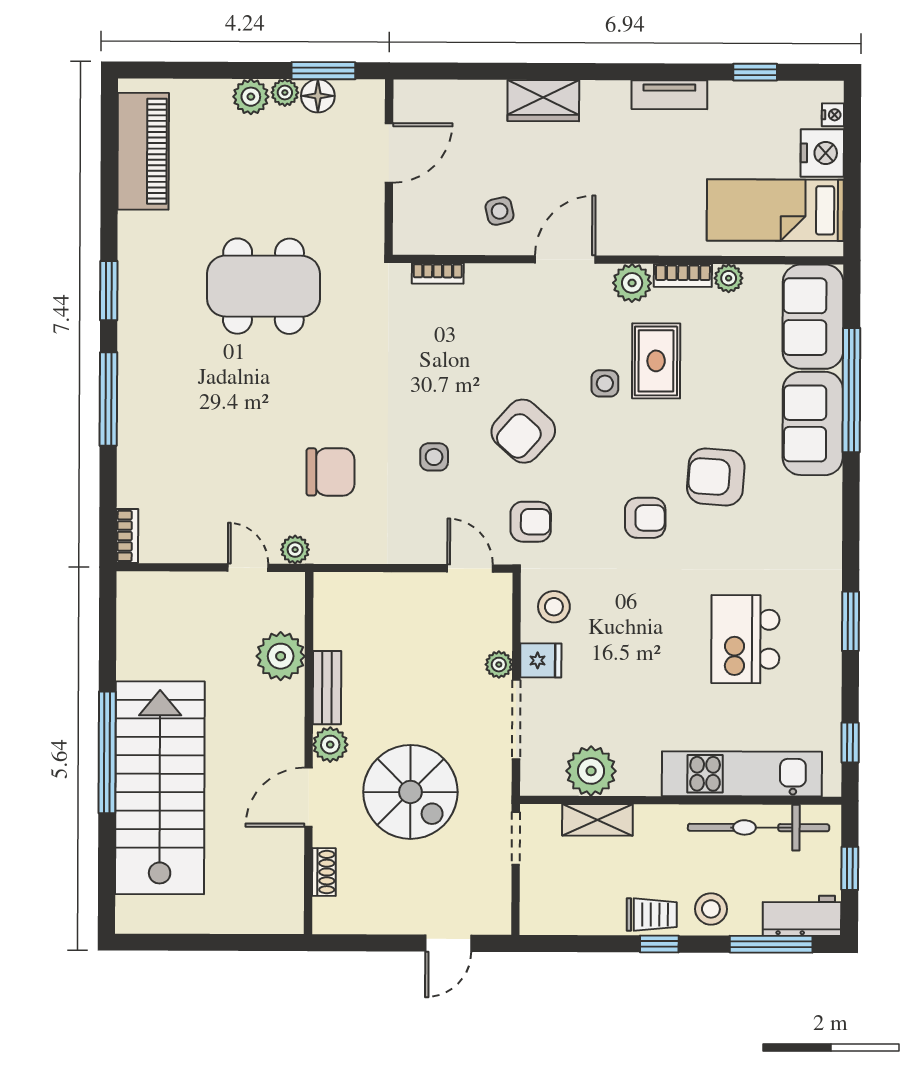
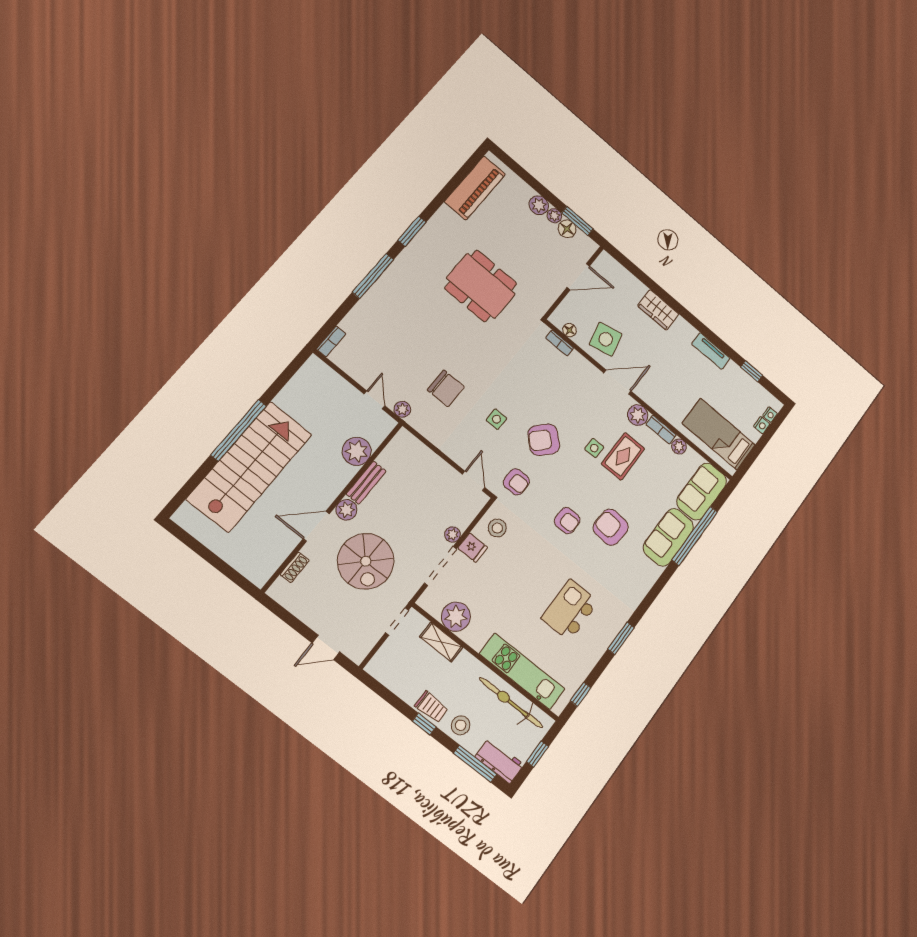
nightstand: (822, 153) -> (762, 425), width x0.53, depth x0.56
side table: (500, 211) -> (606, 339), width x1.87, depth x1.87
floor lamp: (437, 242) -> (570, 330), added

